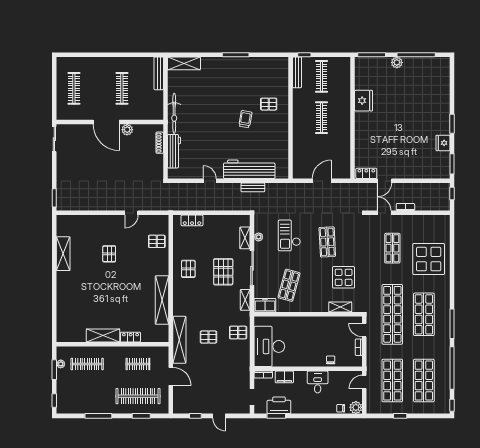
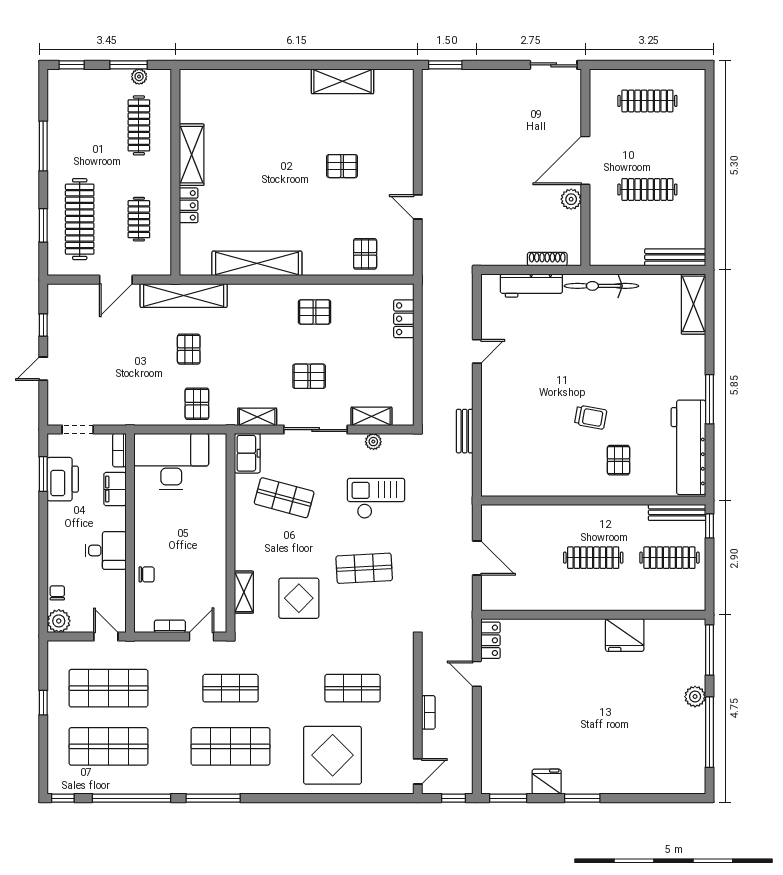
workbench: (249, 169) -> (688, 447), moved, turned 180
door: (384, 213) -> (418, 771), moved
pallet: (223, 272) -> (309, 376), width x0.67, depth x0.71
shop shelf: (392, 314) -> (231, 688), width x0.50, depth x0.74

